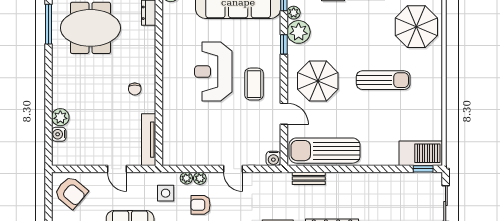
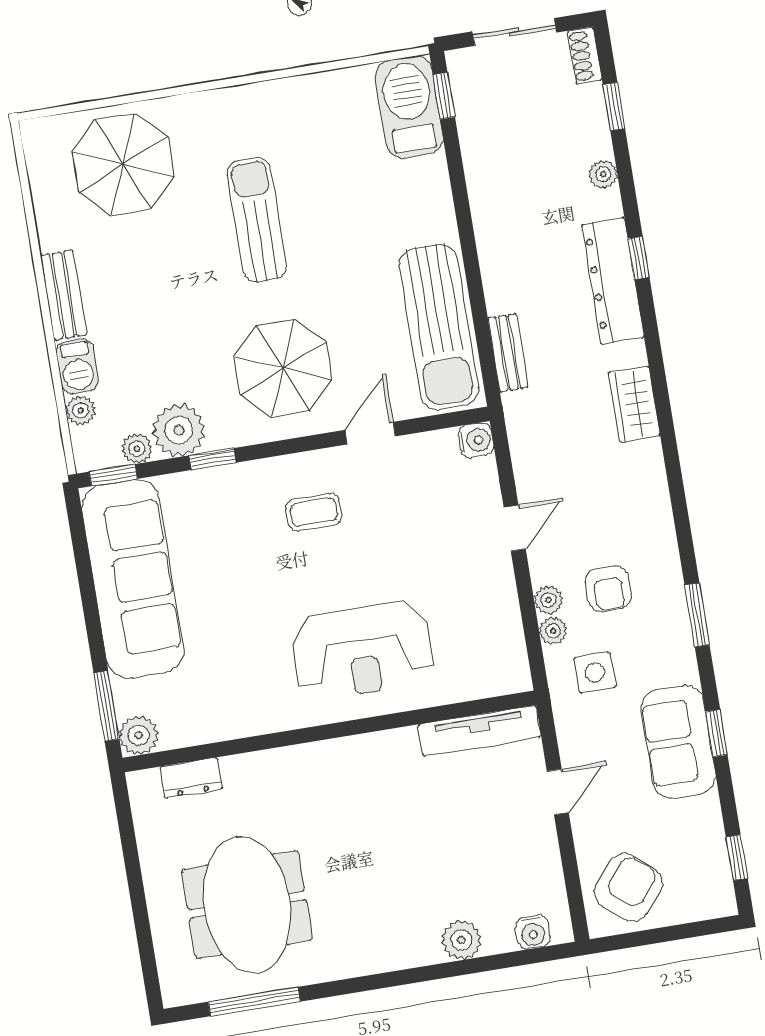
reception desk: (213, 72) -> (363, 651), moved
coffee table: (254, 84) -> (314, 512), width x0.73, depth x0.77
chair: (135, 89) -> (370, 781), removed
water cooler: (59, 134) -> (533, 932), moved

